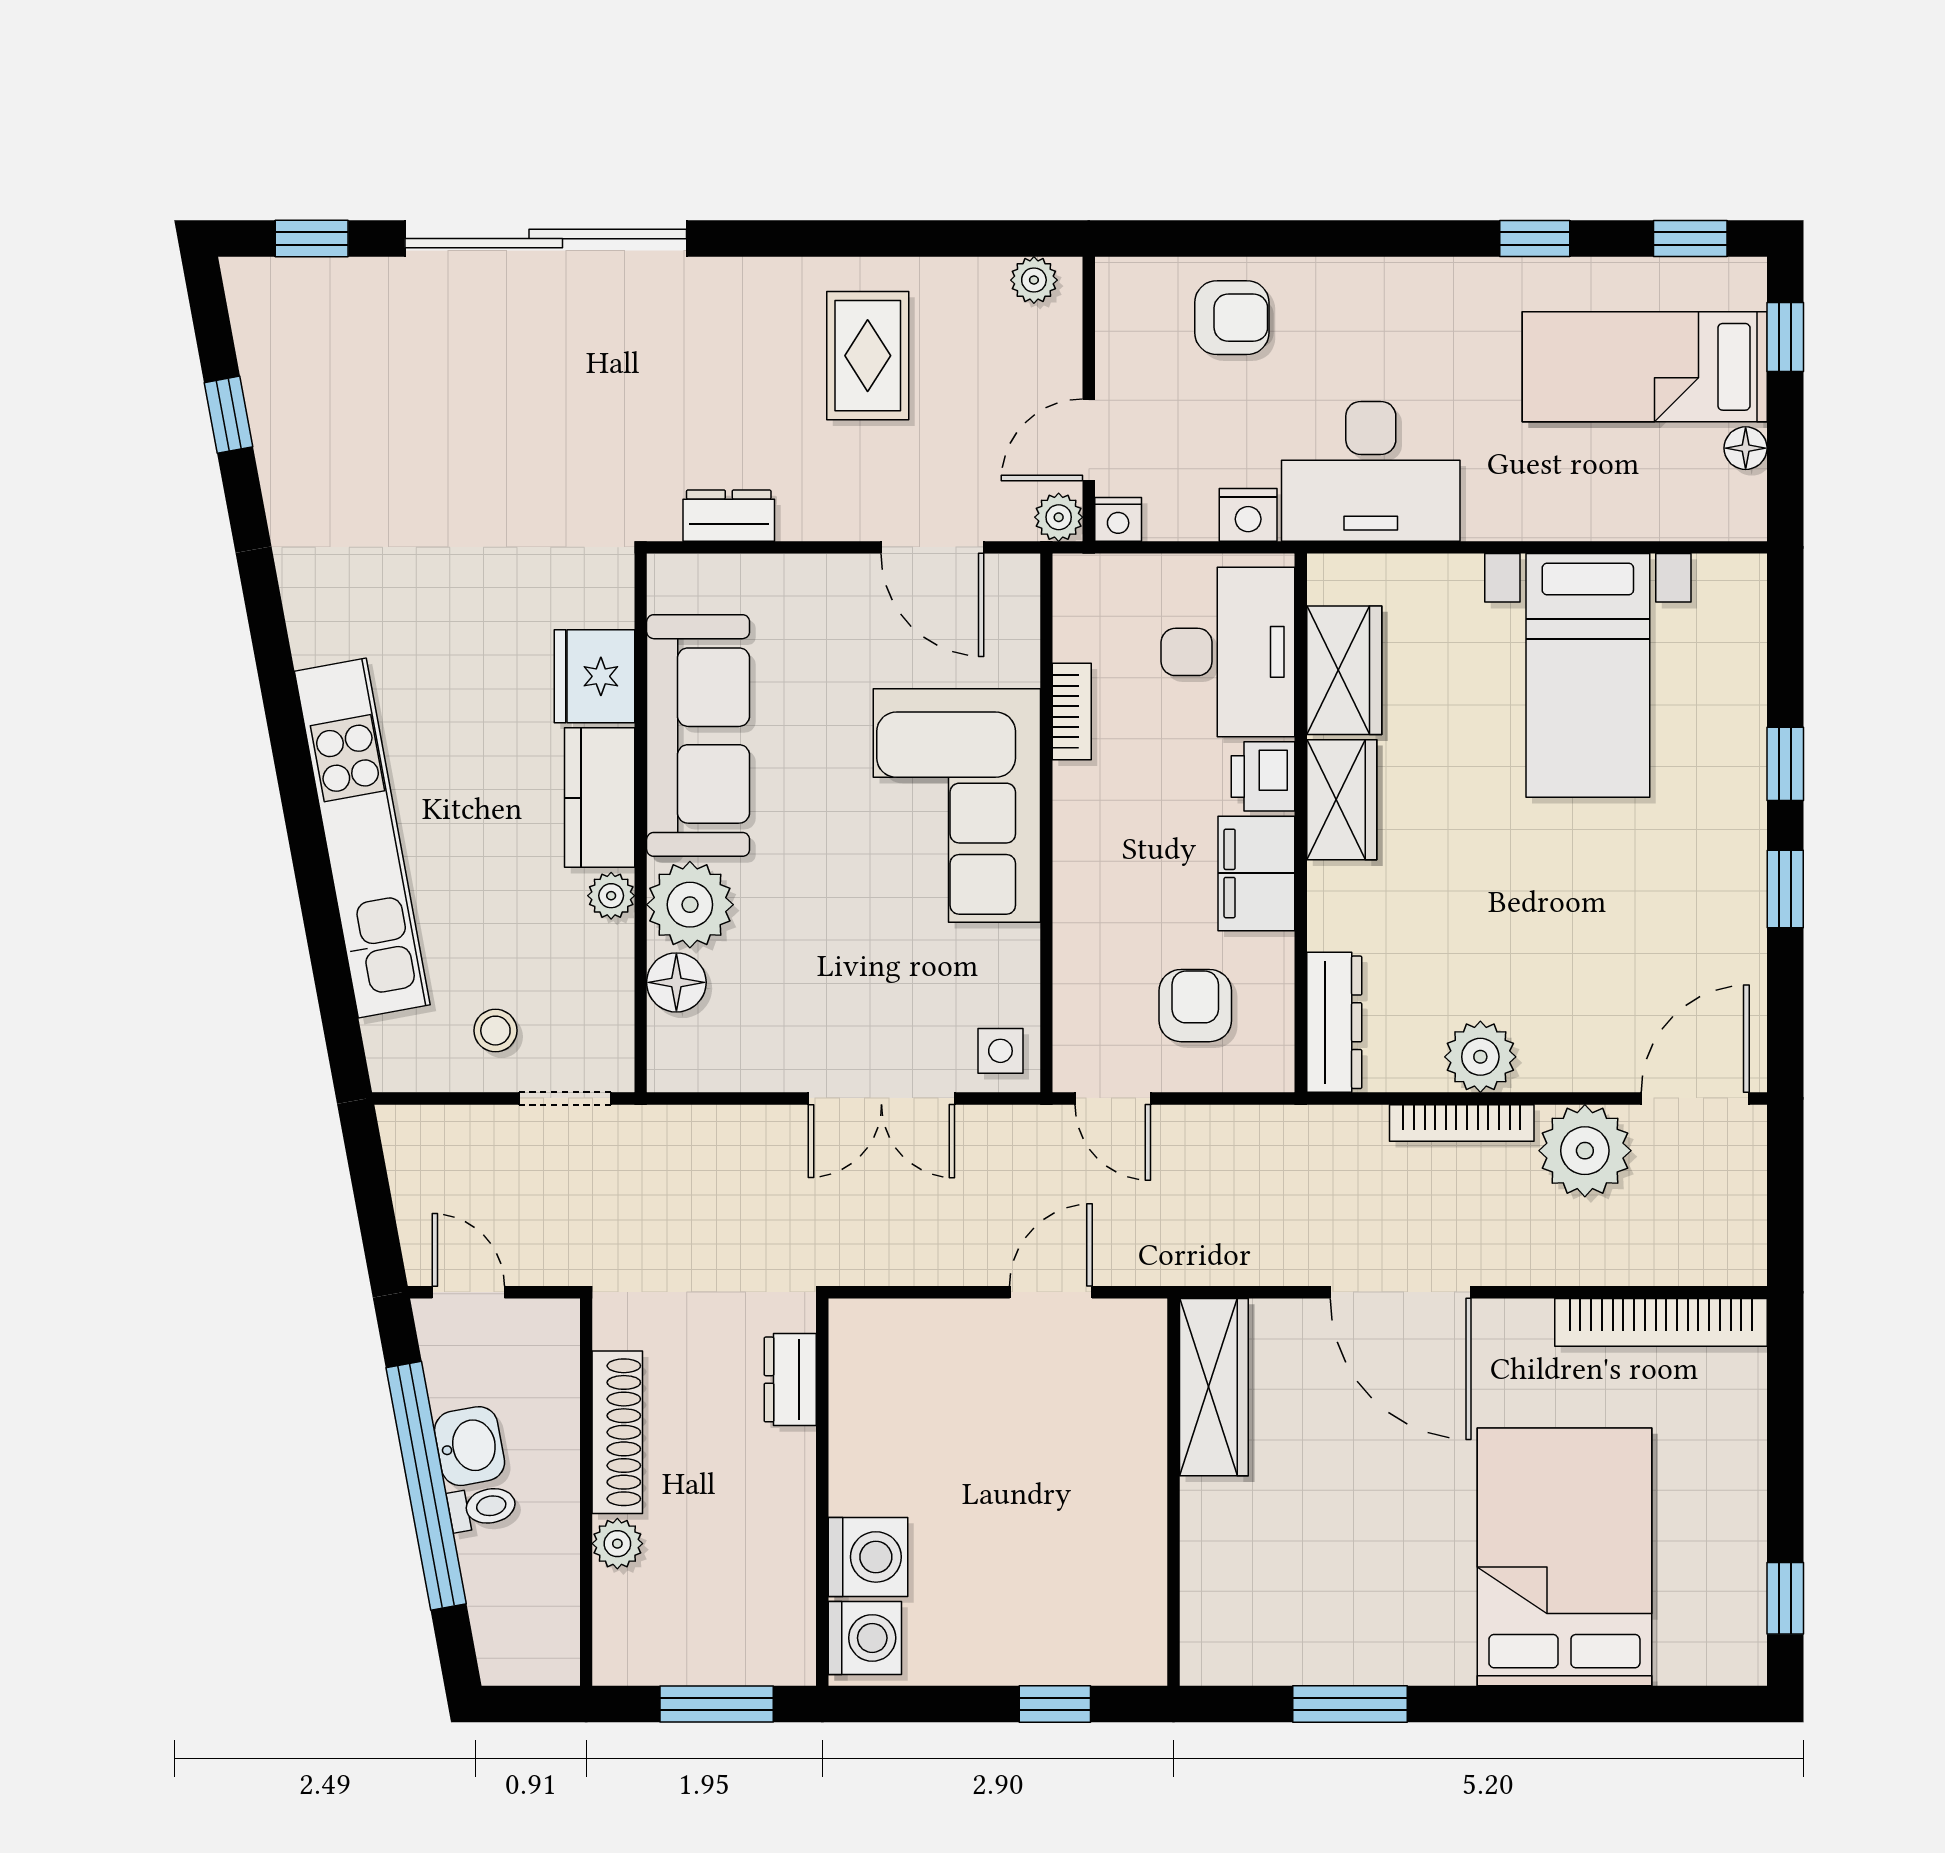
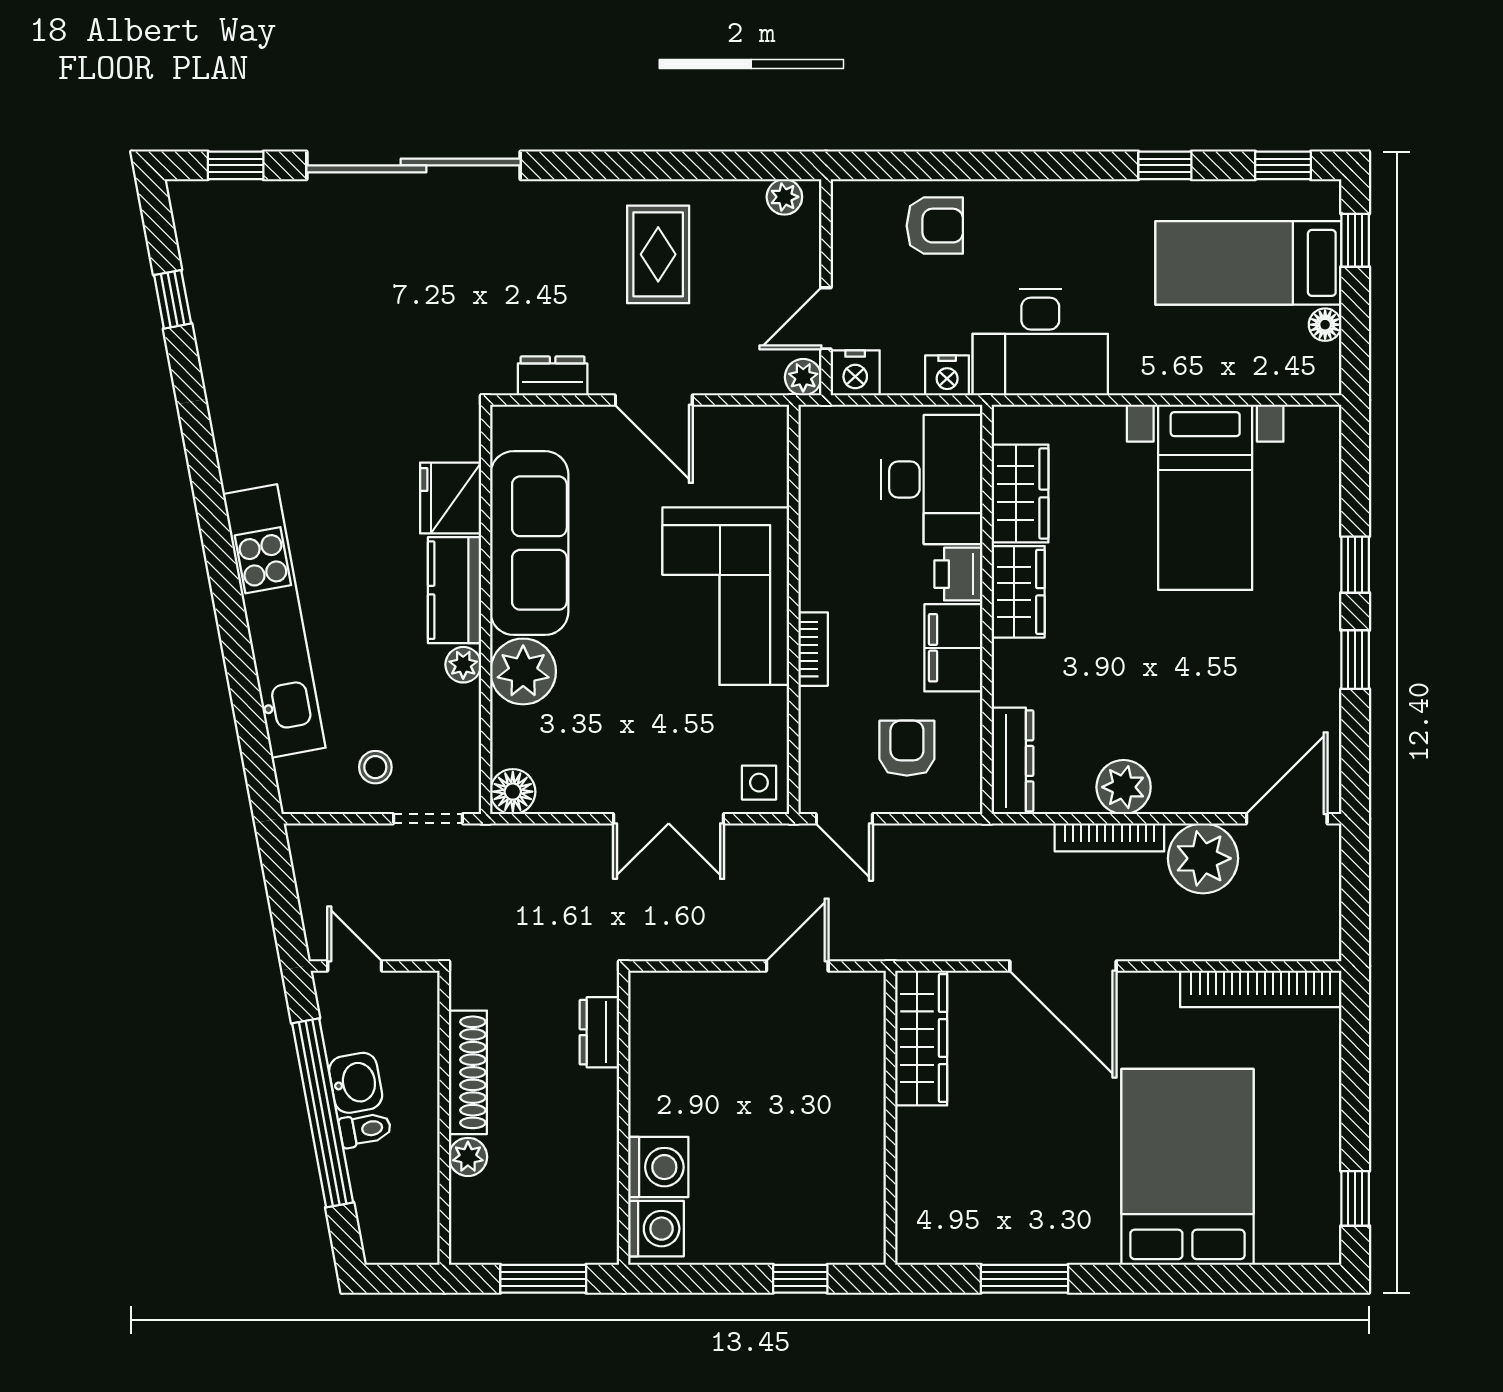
nightstand: (1118, 519) -> (855, 373), width x1.39, depth x1.35
door: (932, 547) -> (654, 400), moved
bookcase: (1072, 711) -> (813, 649), moved
floor lamp: (676, 982) -> (513, 792), moved

